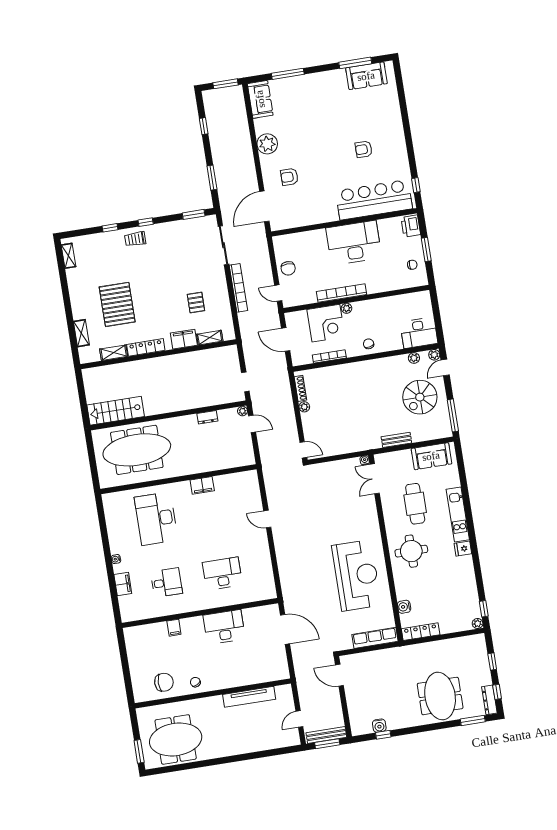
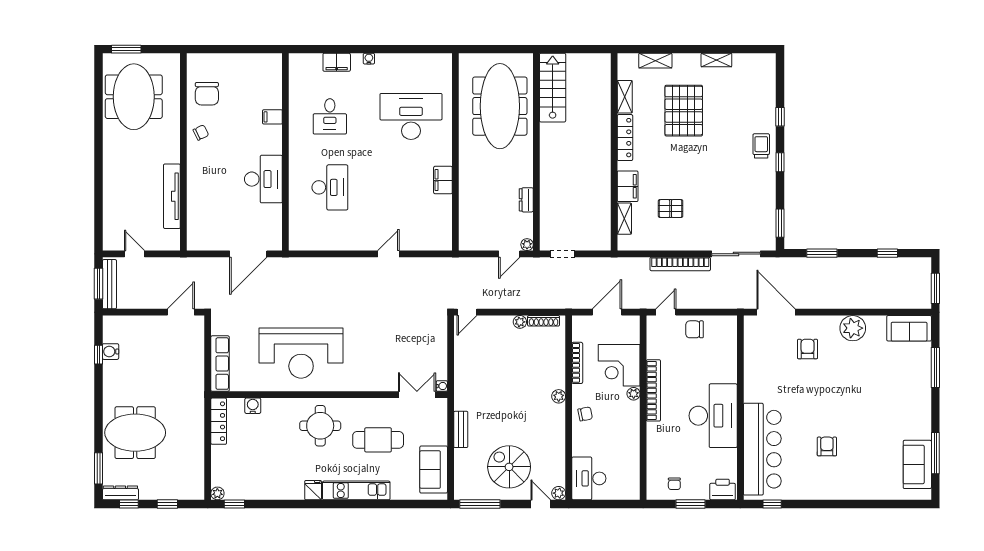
shelving: (69, 256) -> (716, 60), moved
pallet: (117, 304) -> (684, 111), turned 90
plant: (414, 358) -> (559, 396), moved

